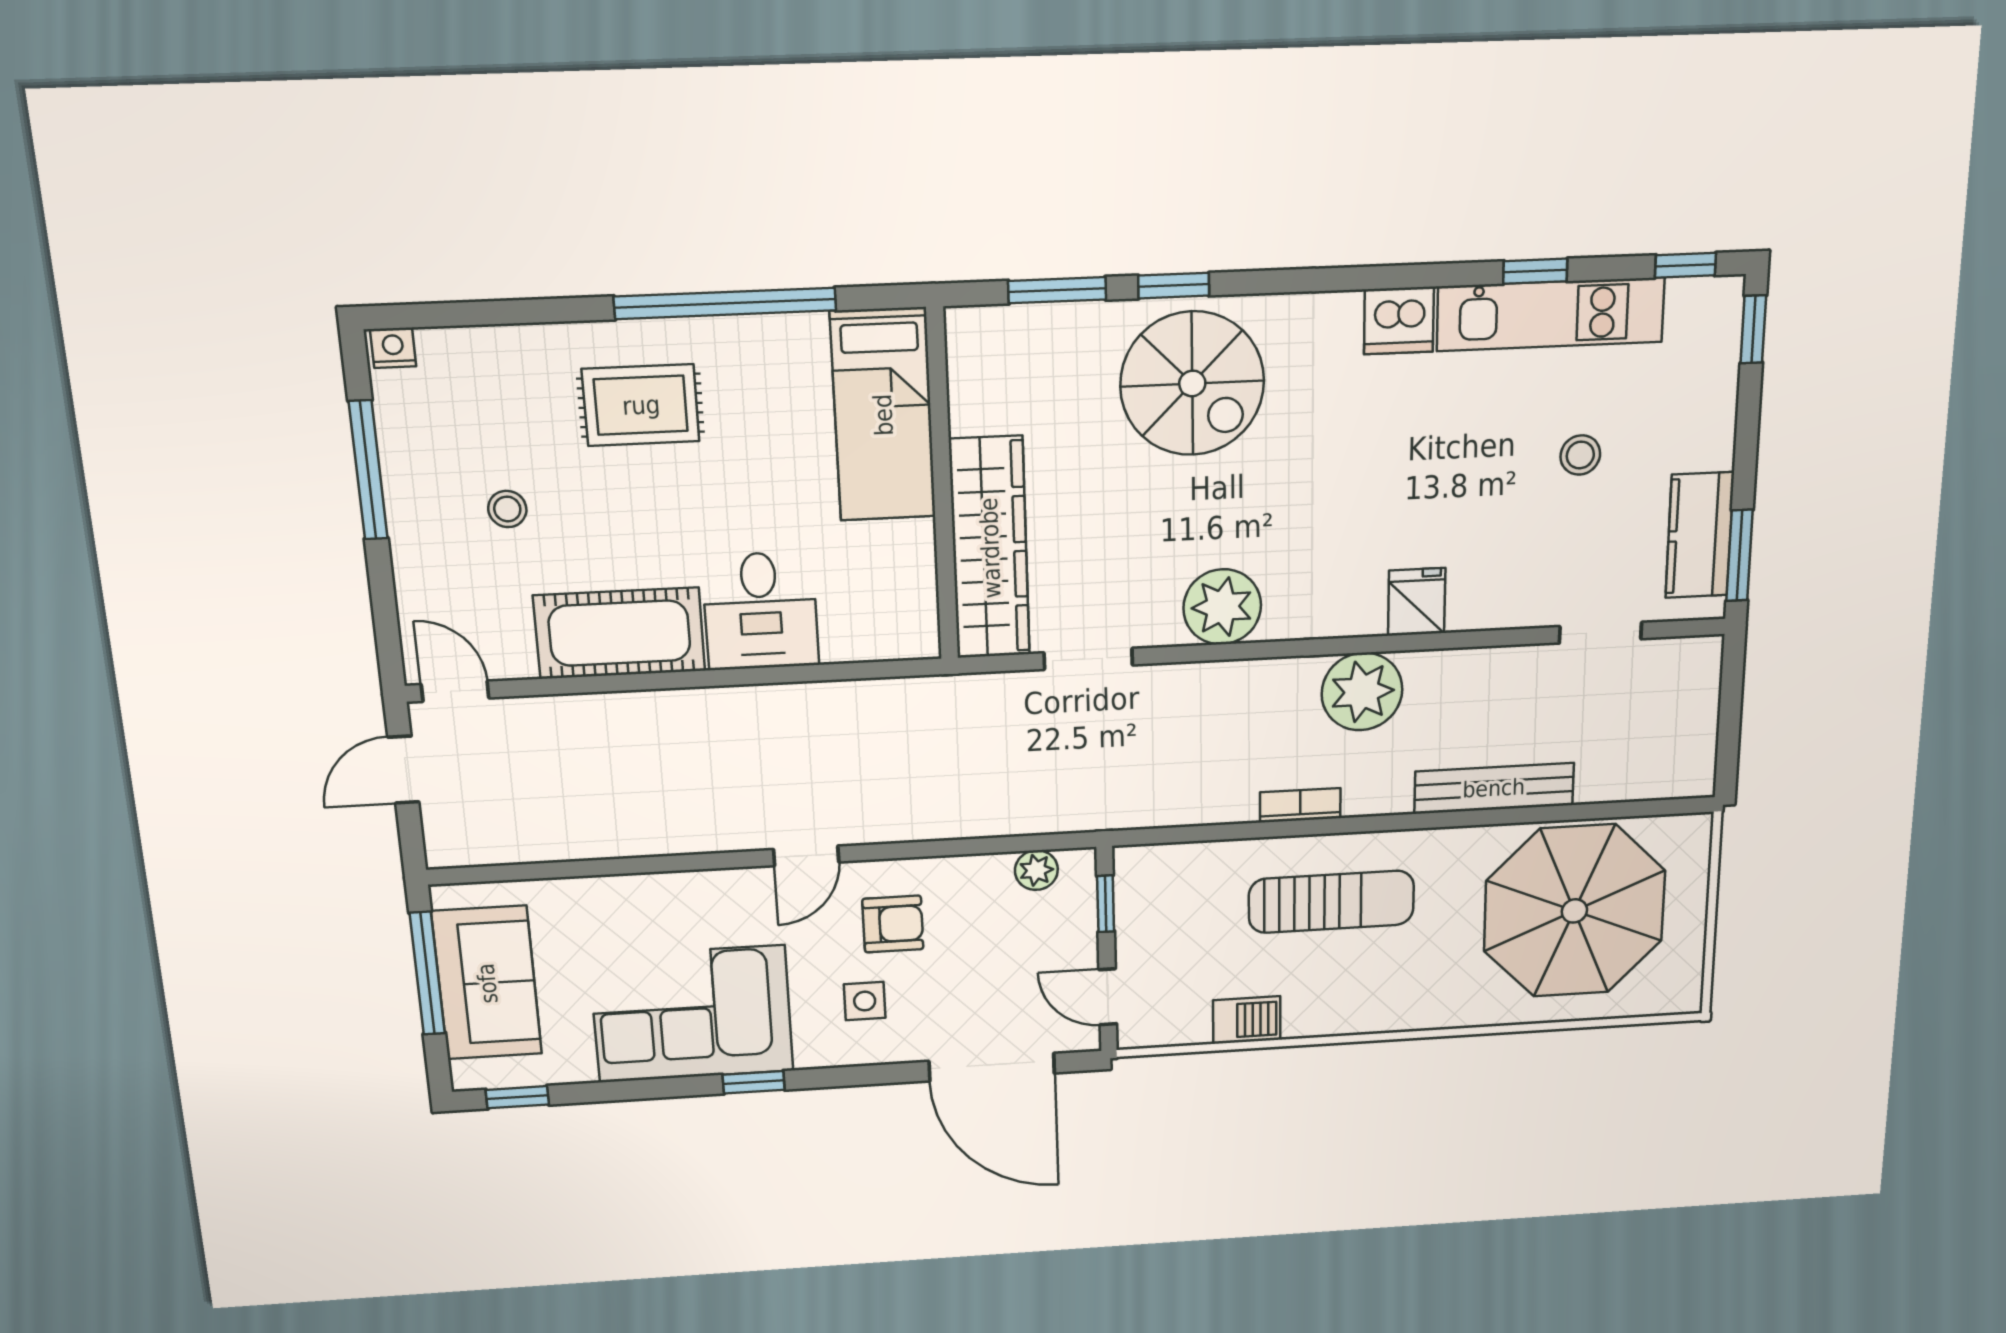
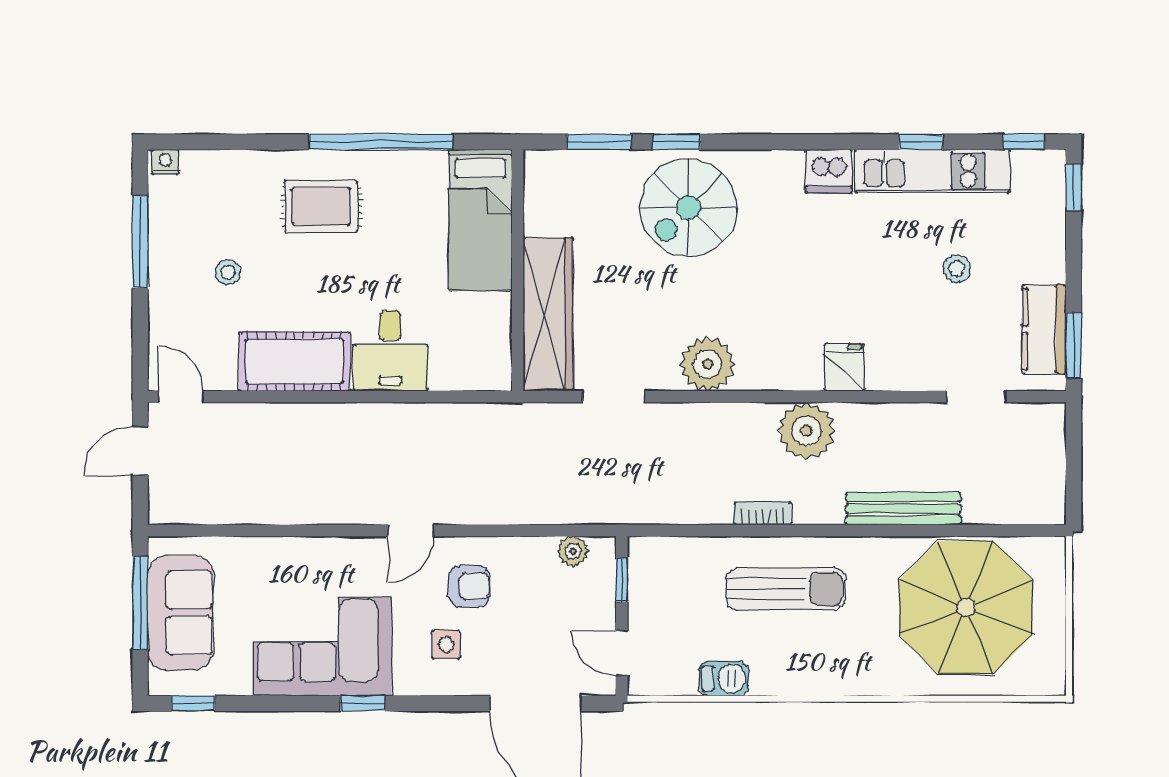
spiral stairs: (1192, 383) -> (688, 208), turned 90

